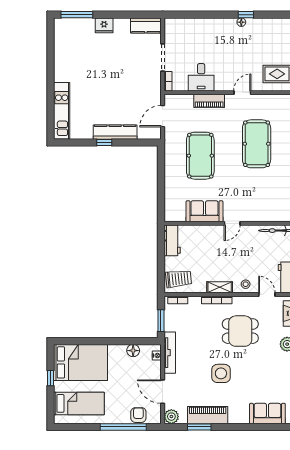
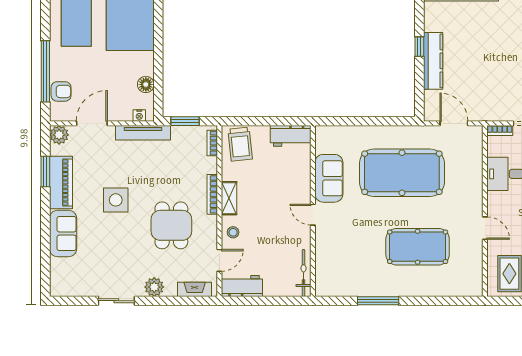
piano: (209, 101) -> (474, 184), removed
pool table: (200, 156) -> (402, 173), width x1.36, depth x1.32
sofa: (267, 414) -> (63, 234), moved

